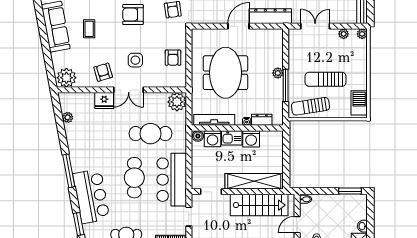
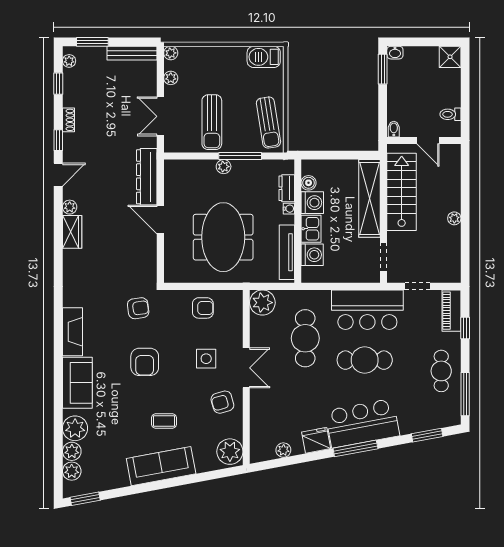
meeting table: (225, 73) -> (223, 237), turned 90
sun lounger: (326, 79) -> (212, 122), moved
fridge: (104, 100) -> (316, 440), moved, turned -101
boiler: (198, 136) -> (309, 183), moved
bar counter: (91, 196) -> (362, 423), moved
washbasin: (362, 226) -> (395, 53), moved

